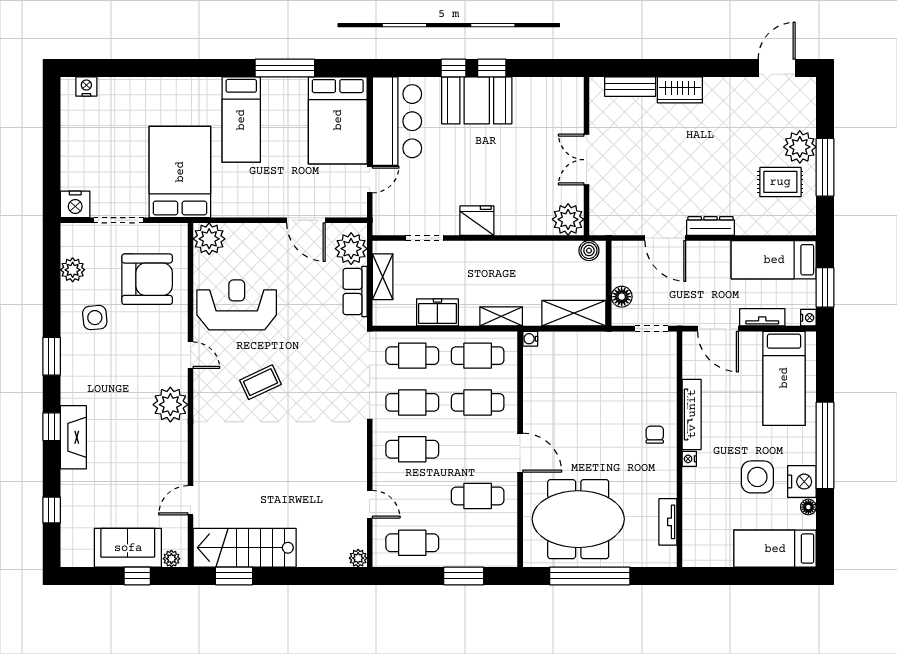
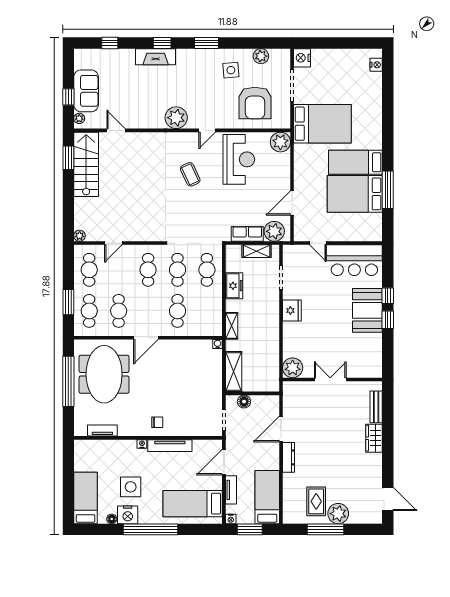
bed: (338, 120) -> (355, 194), moved
boiler: (589, 251) -> (273, 381), removed
cafe table: (478, 356) -> (89, 311), moved

